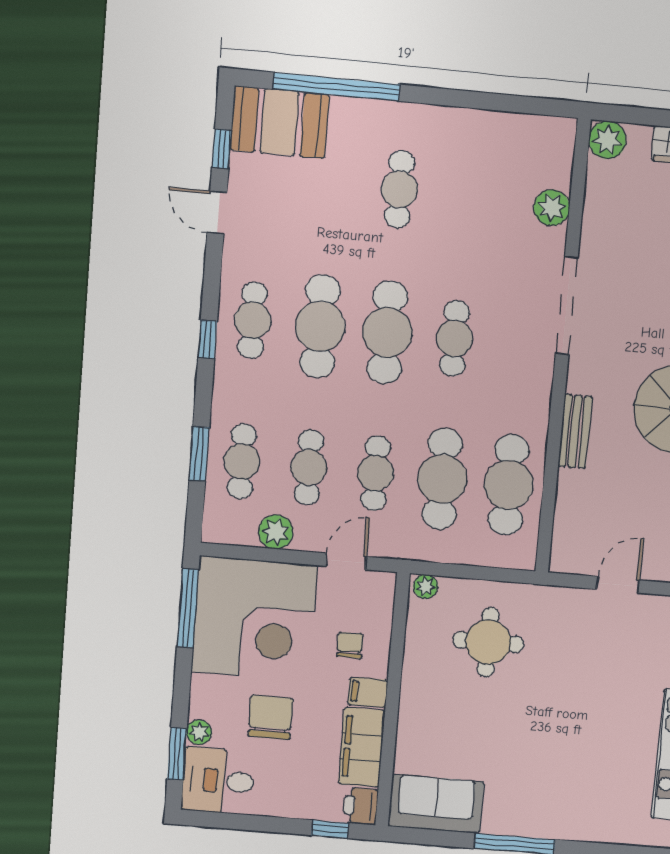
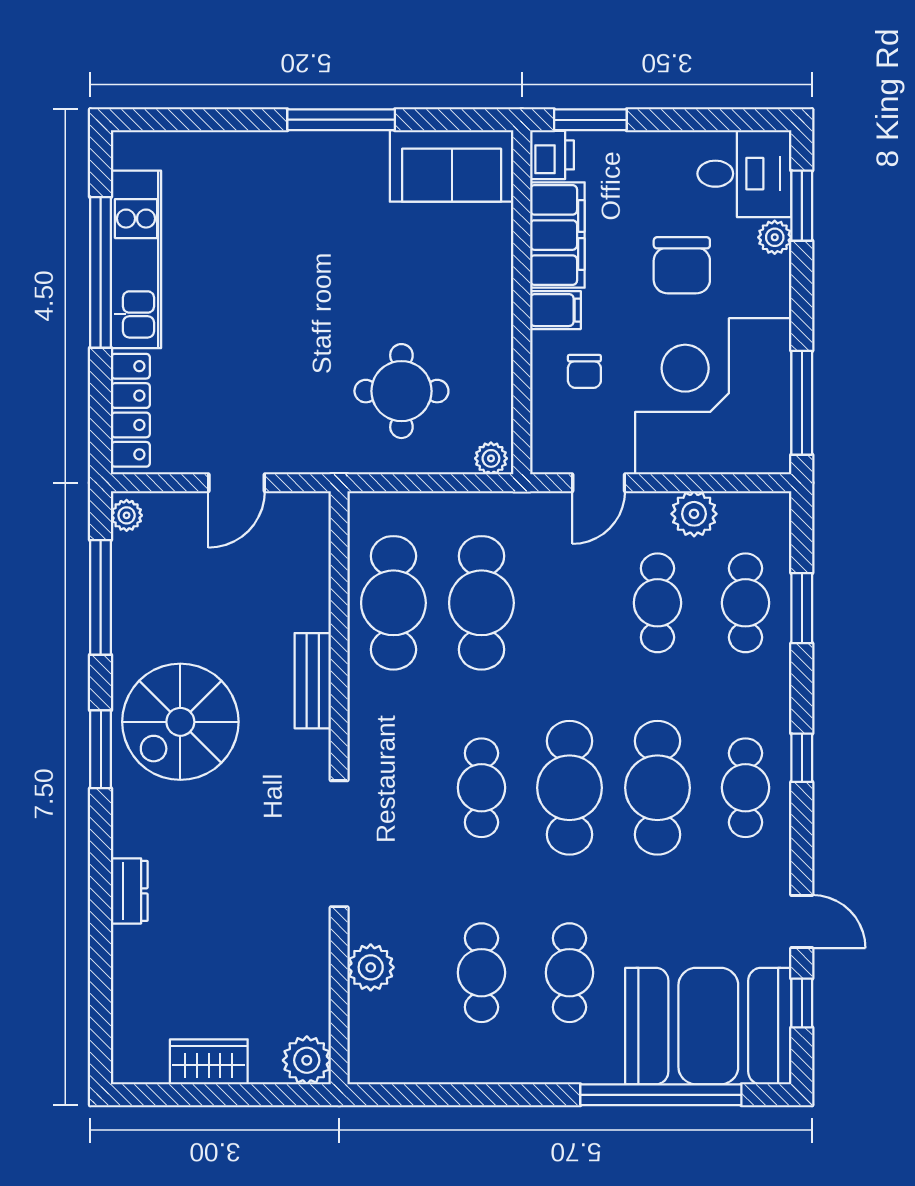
booth: (280, 122) -> (708, 1026), width x1.36, depth x1.42
cafe table: (376, 473) -> (481, 973), moved
window: (330, 829) -> (590, 120), width x1.50

